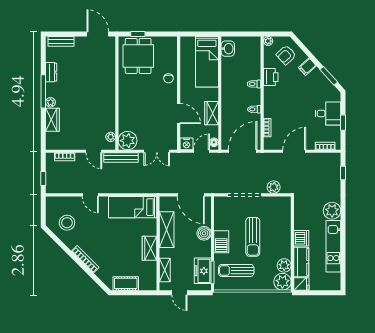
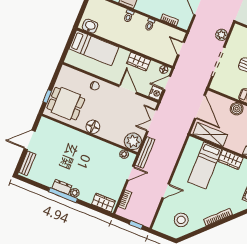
door: (98, 34) -> (30, 140), moved
dresser: (51, 72) -> (62, 187), moved
floor lamp: (126, 93) -> (93, 127), added
door: (179, 114) -> (128, 89), hinge flipped
wardrobe: (52, 120) -> (104, 203), moved
double door: (157, 151) -> (152, 120), swing flipped
door: (201, 151) -> (167, 83), hinge flipped
door: (243, 151) -> (181, 49), width x0.53
door: (191, 195) -> (200, 107), hinge flipped
bed: (133, 207) -> (205, 166), moved
shelving: (167, 230) -> (210, 134), moved

